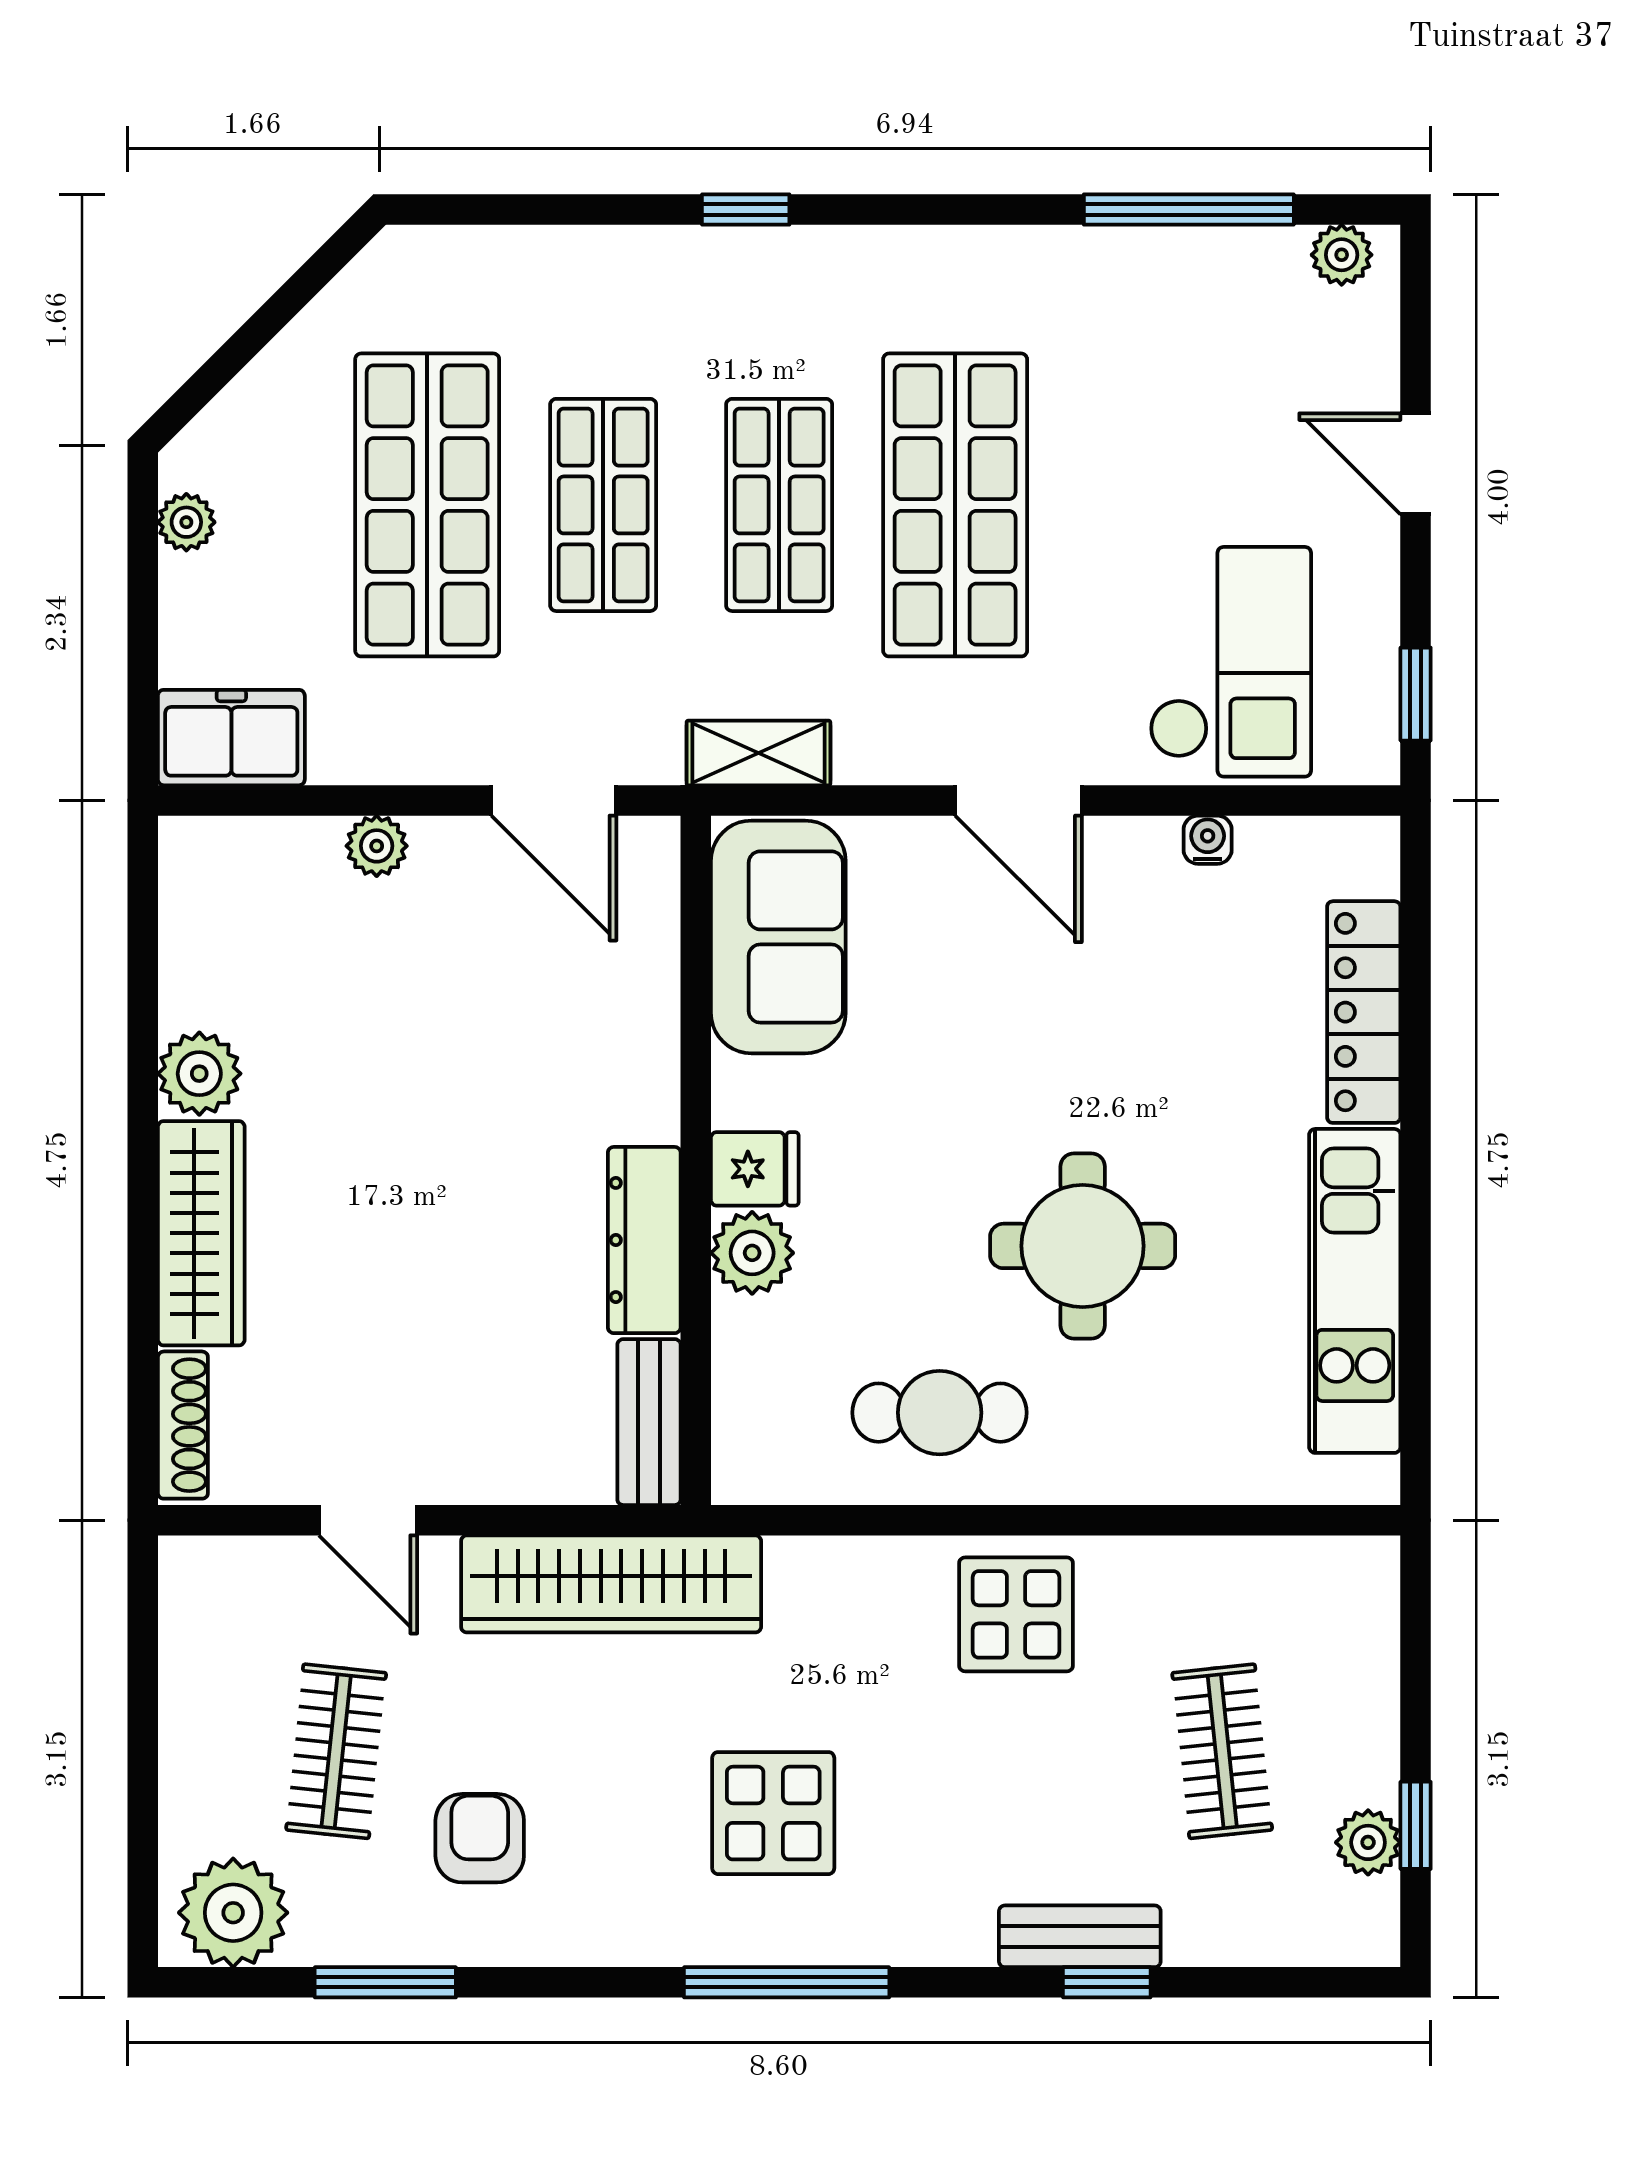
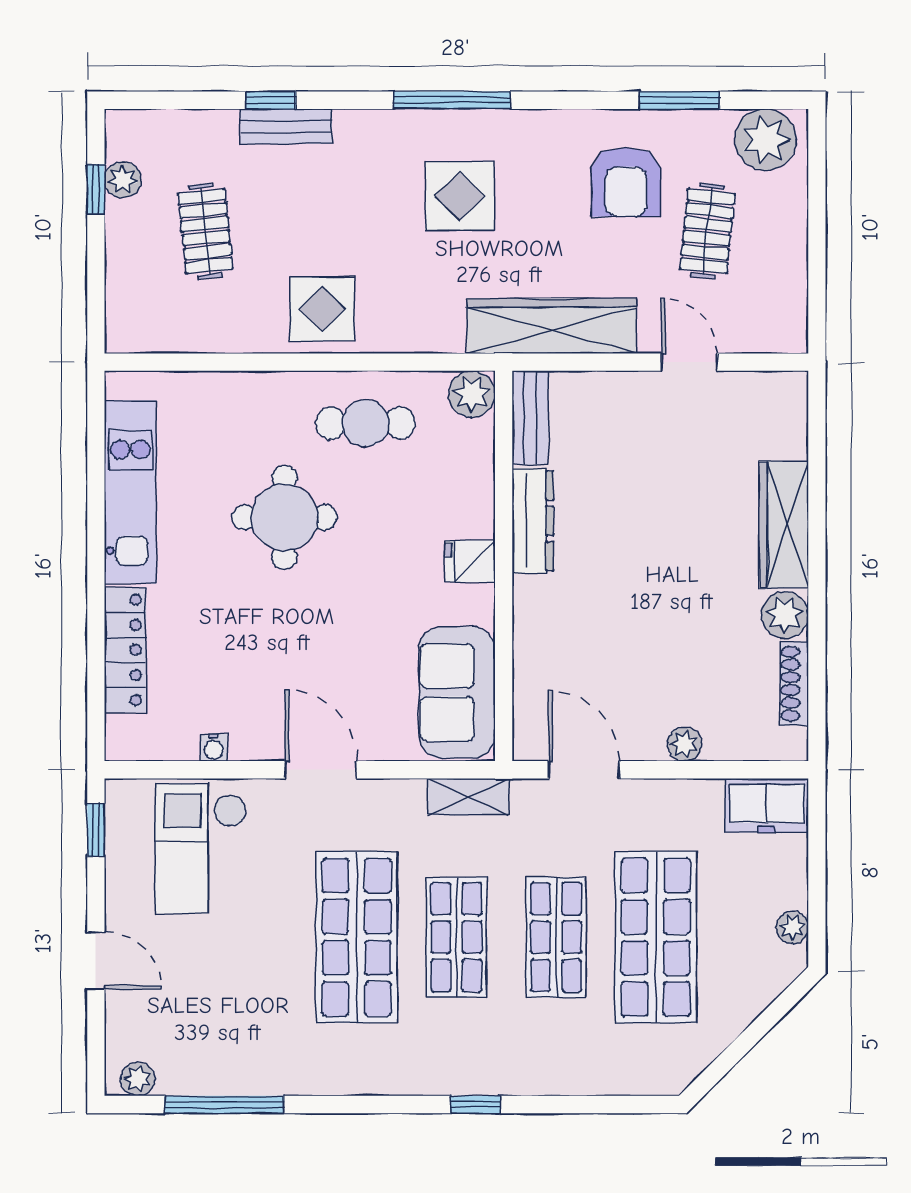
plant: (752, 1253) -> (472, 394), moved
shoe rack: (183, 1425) -> (794, 684), moved
armchair: (480, 1838) -> (626, 182), width x1.38, depth x1.38

